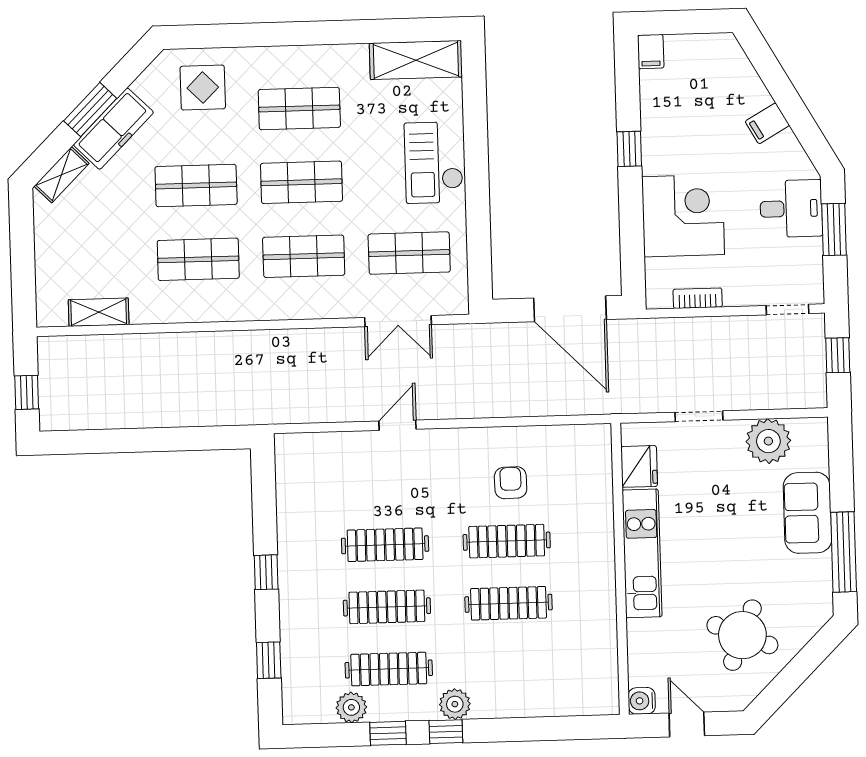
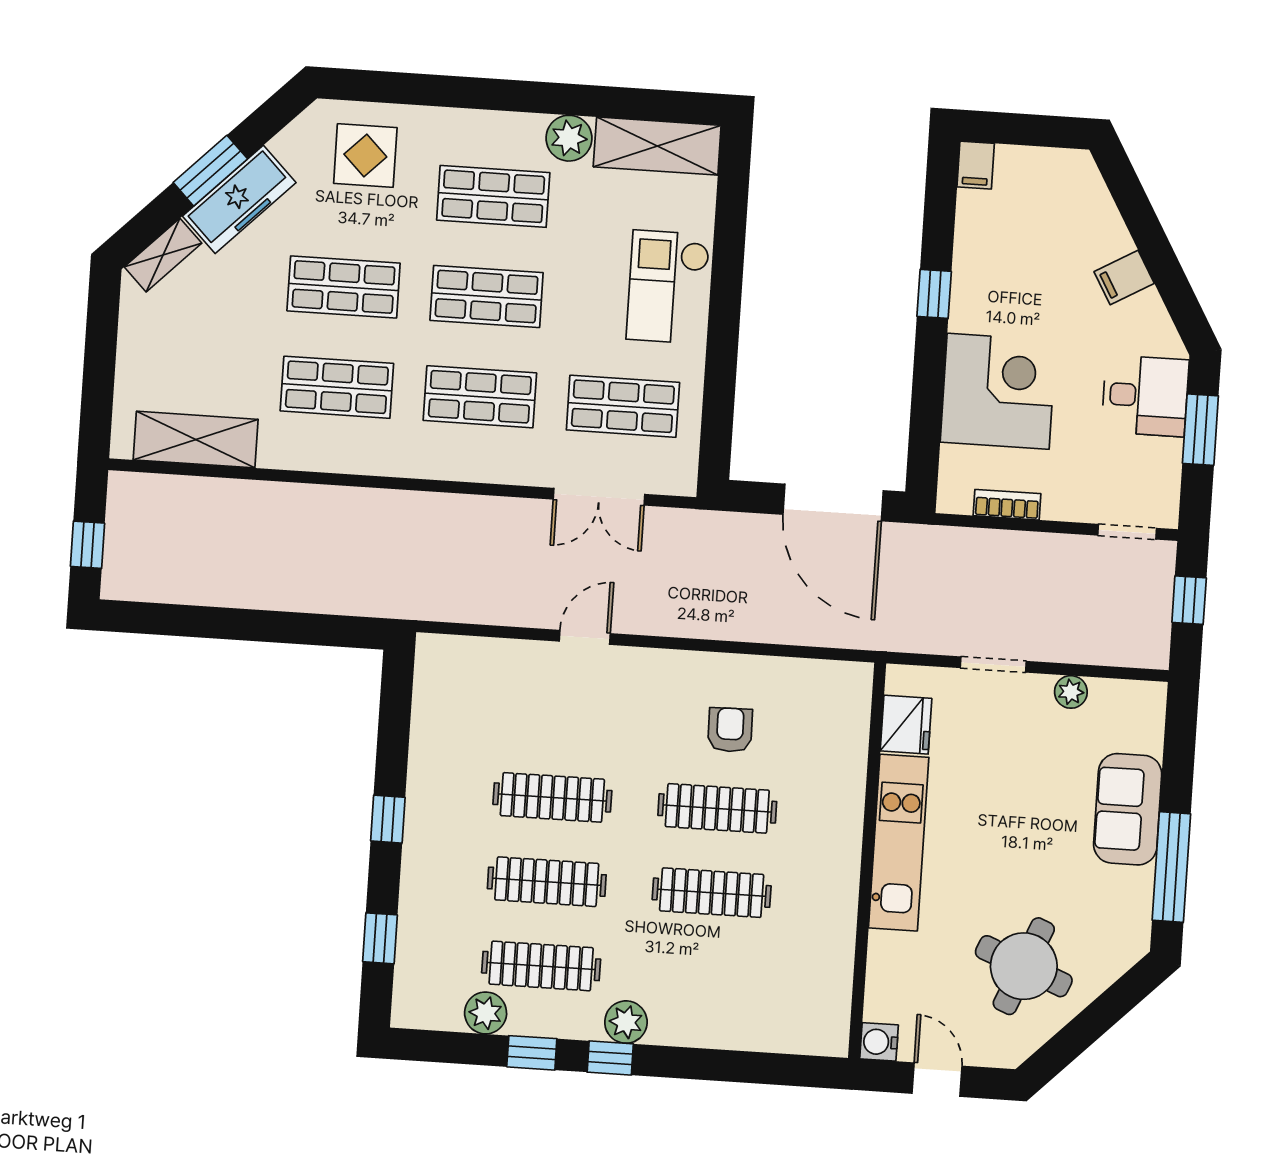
plant: (351, 60) -> (569, 138), added
shelving: (99, 312) -> (196, 440), width x1.50, depth x1.33
plant: (768, 441) -> (1071, 692), width x0.53, depth x0.53

